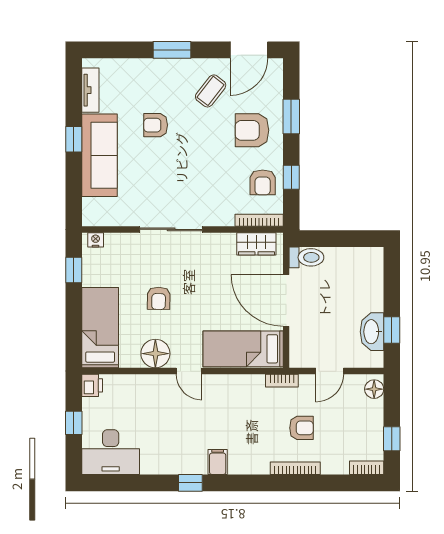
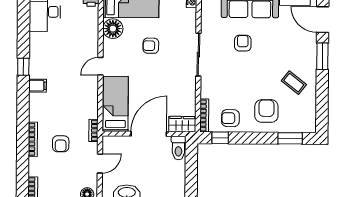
door: (249, 50) -> (323, 20), moved
window: (291, 117) -> (290, 138), moved
armchair: (156, 125) -> (243, 43), moved
window: (291, 177) -> (220, 138), moved
wardrobe: (256, 244) -> (182, 124), moved, turned 90
floor lamp: (155, 354) -> (113, 29), moved
door: (330, 371) -> (100, 163), swing flipped

